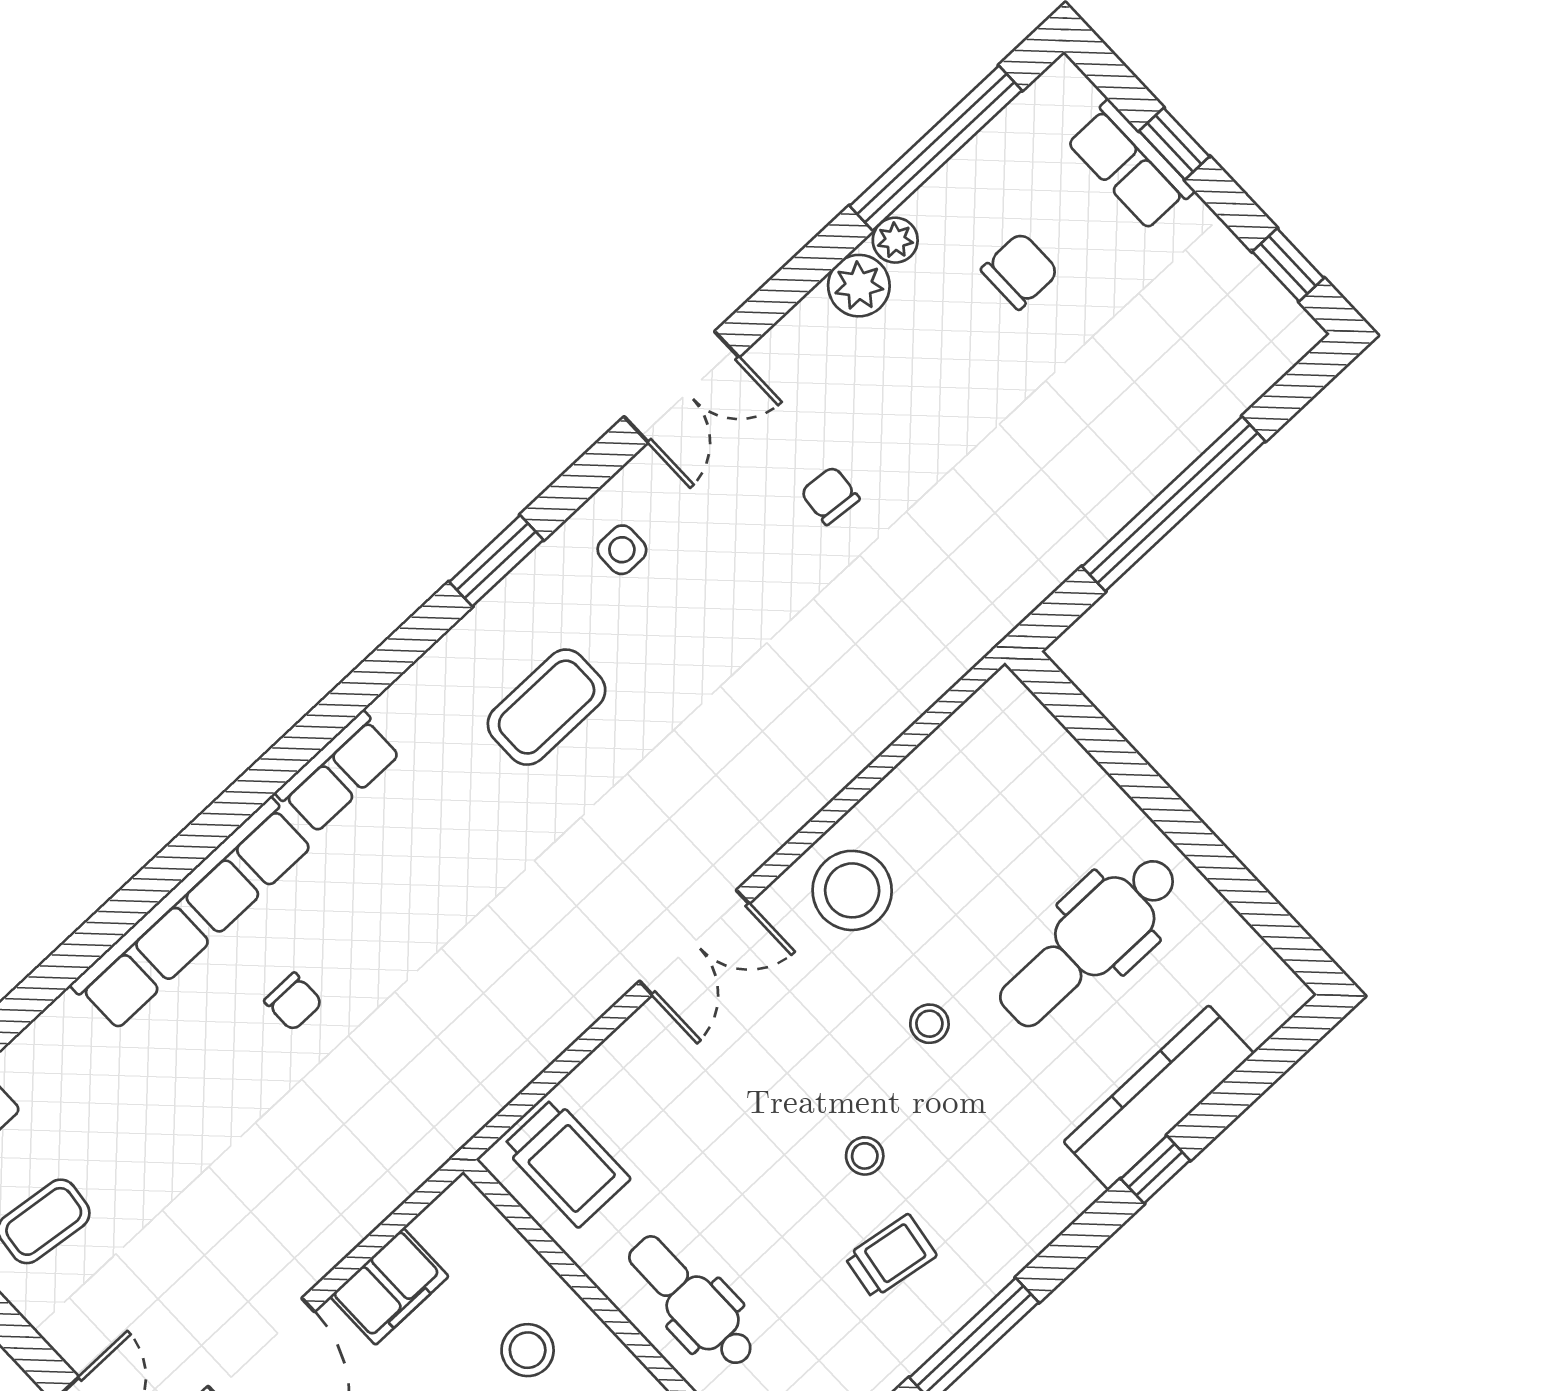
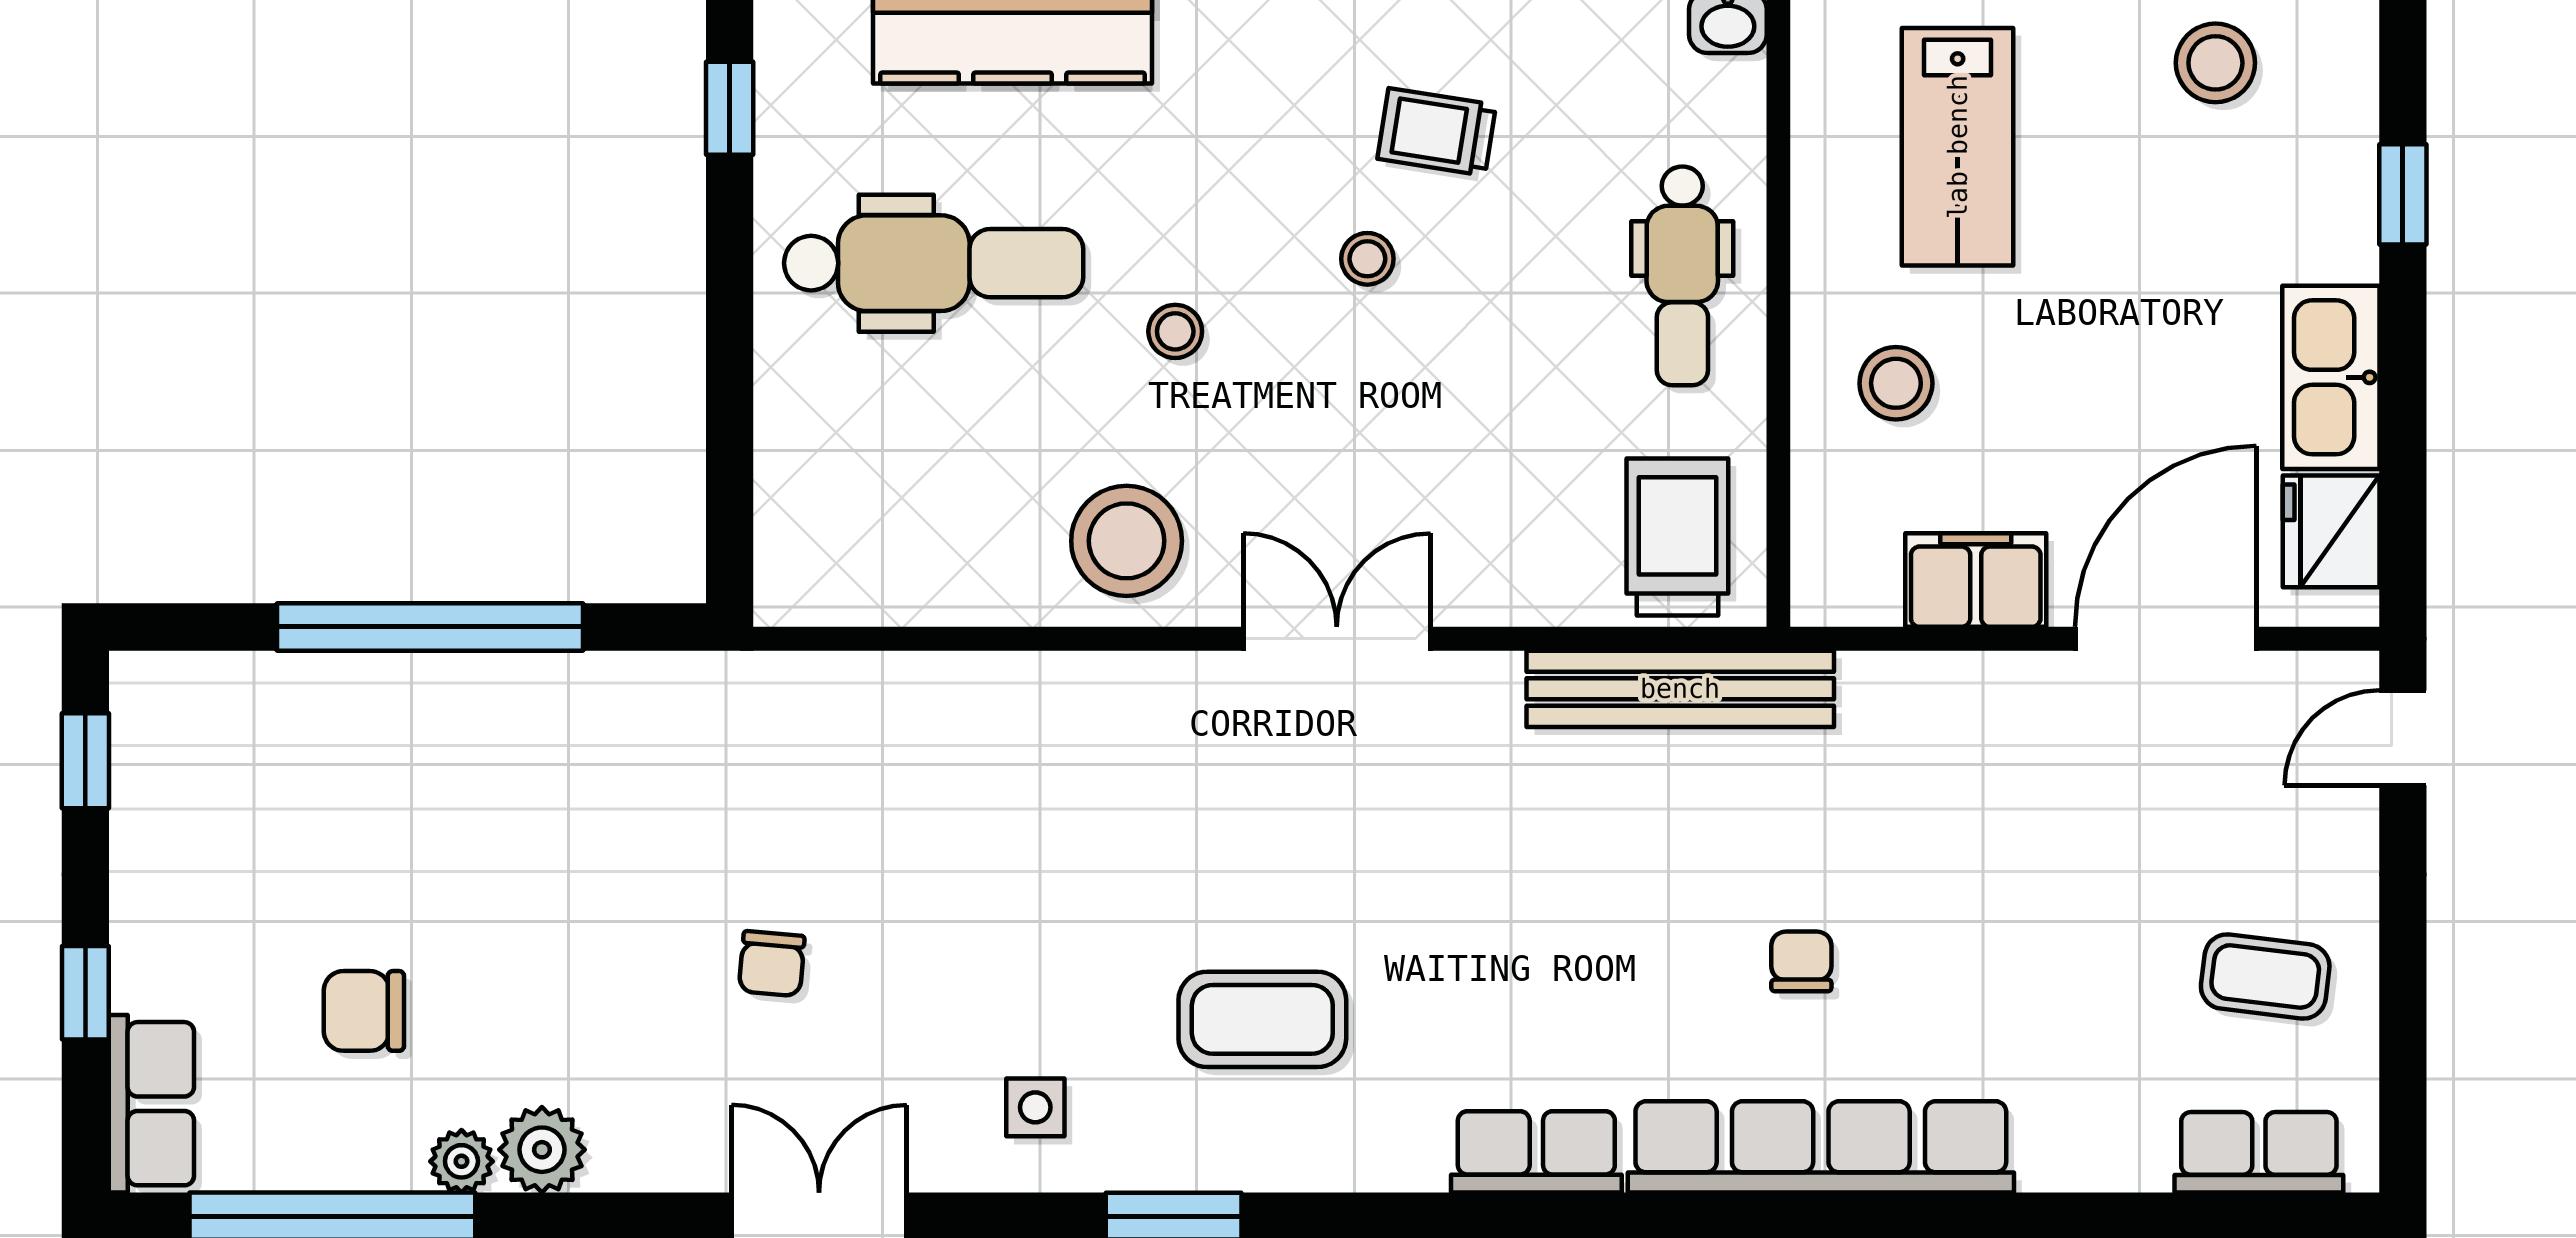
row of seats: (1130, 165) -> (151, 1104), moved
window: (1272, 922) -> (730, 108), added
bench: (490, 1085) -> (1680, 689), added

